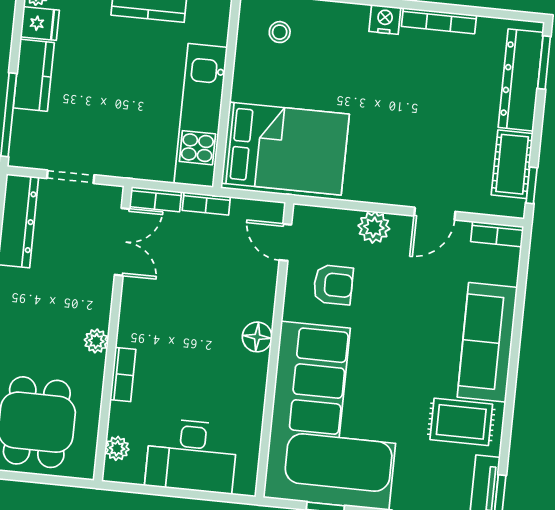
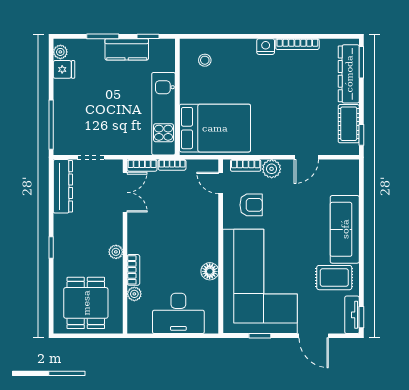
kitchen counter: (34, 75) -> (63, 100), removed
bookcase: (497, 234) -> (246, 165), moved
floor lamp: (257, 337) -> (210, 271), moved
plant: (117, 448) -> (134, 294), moved

